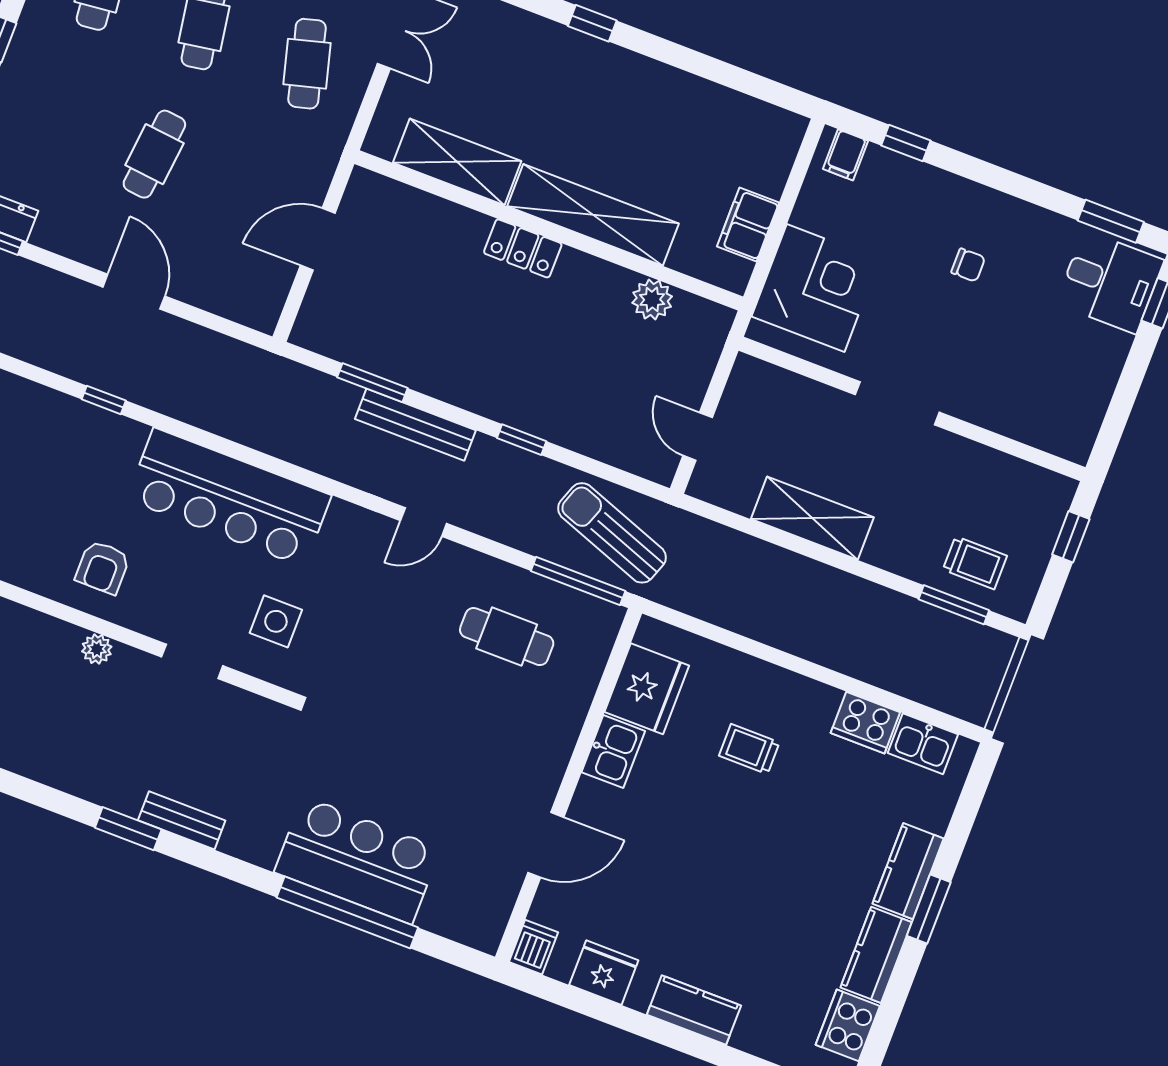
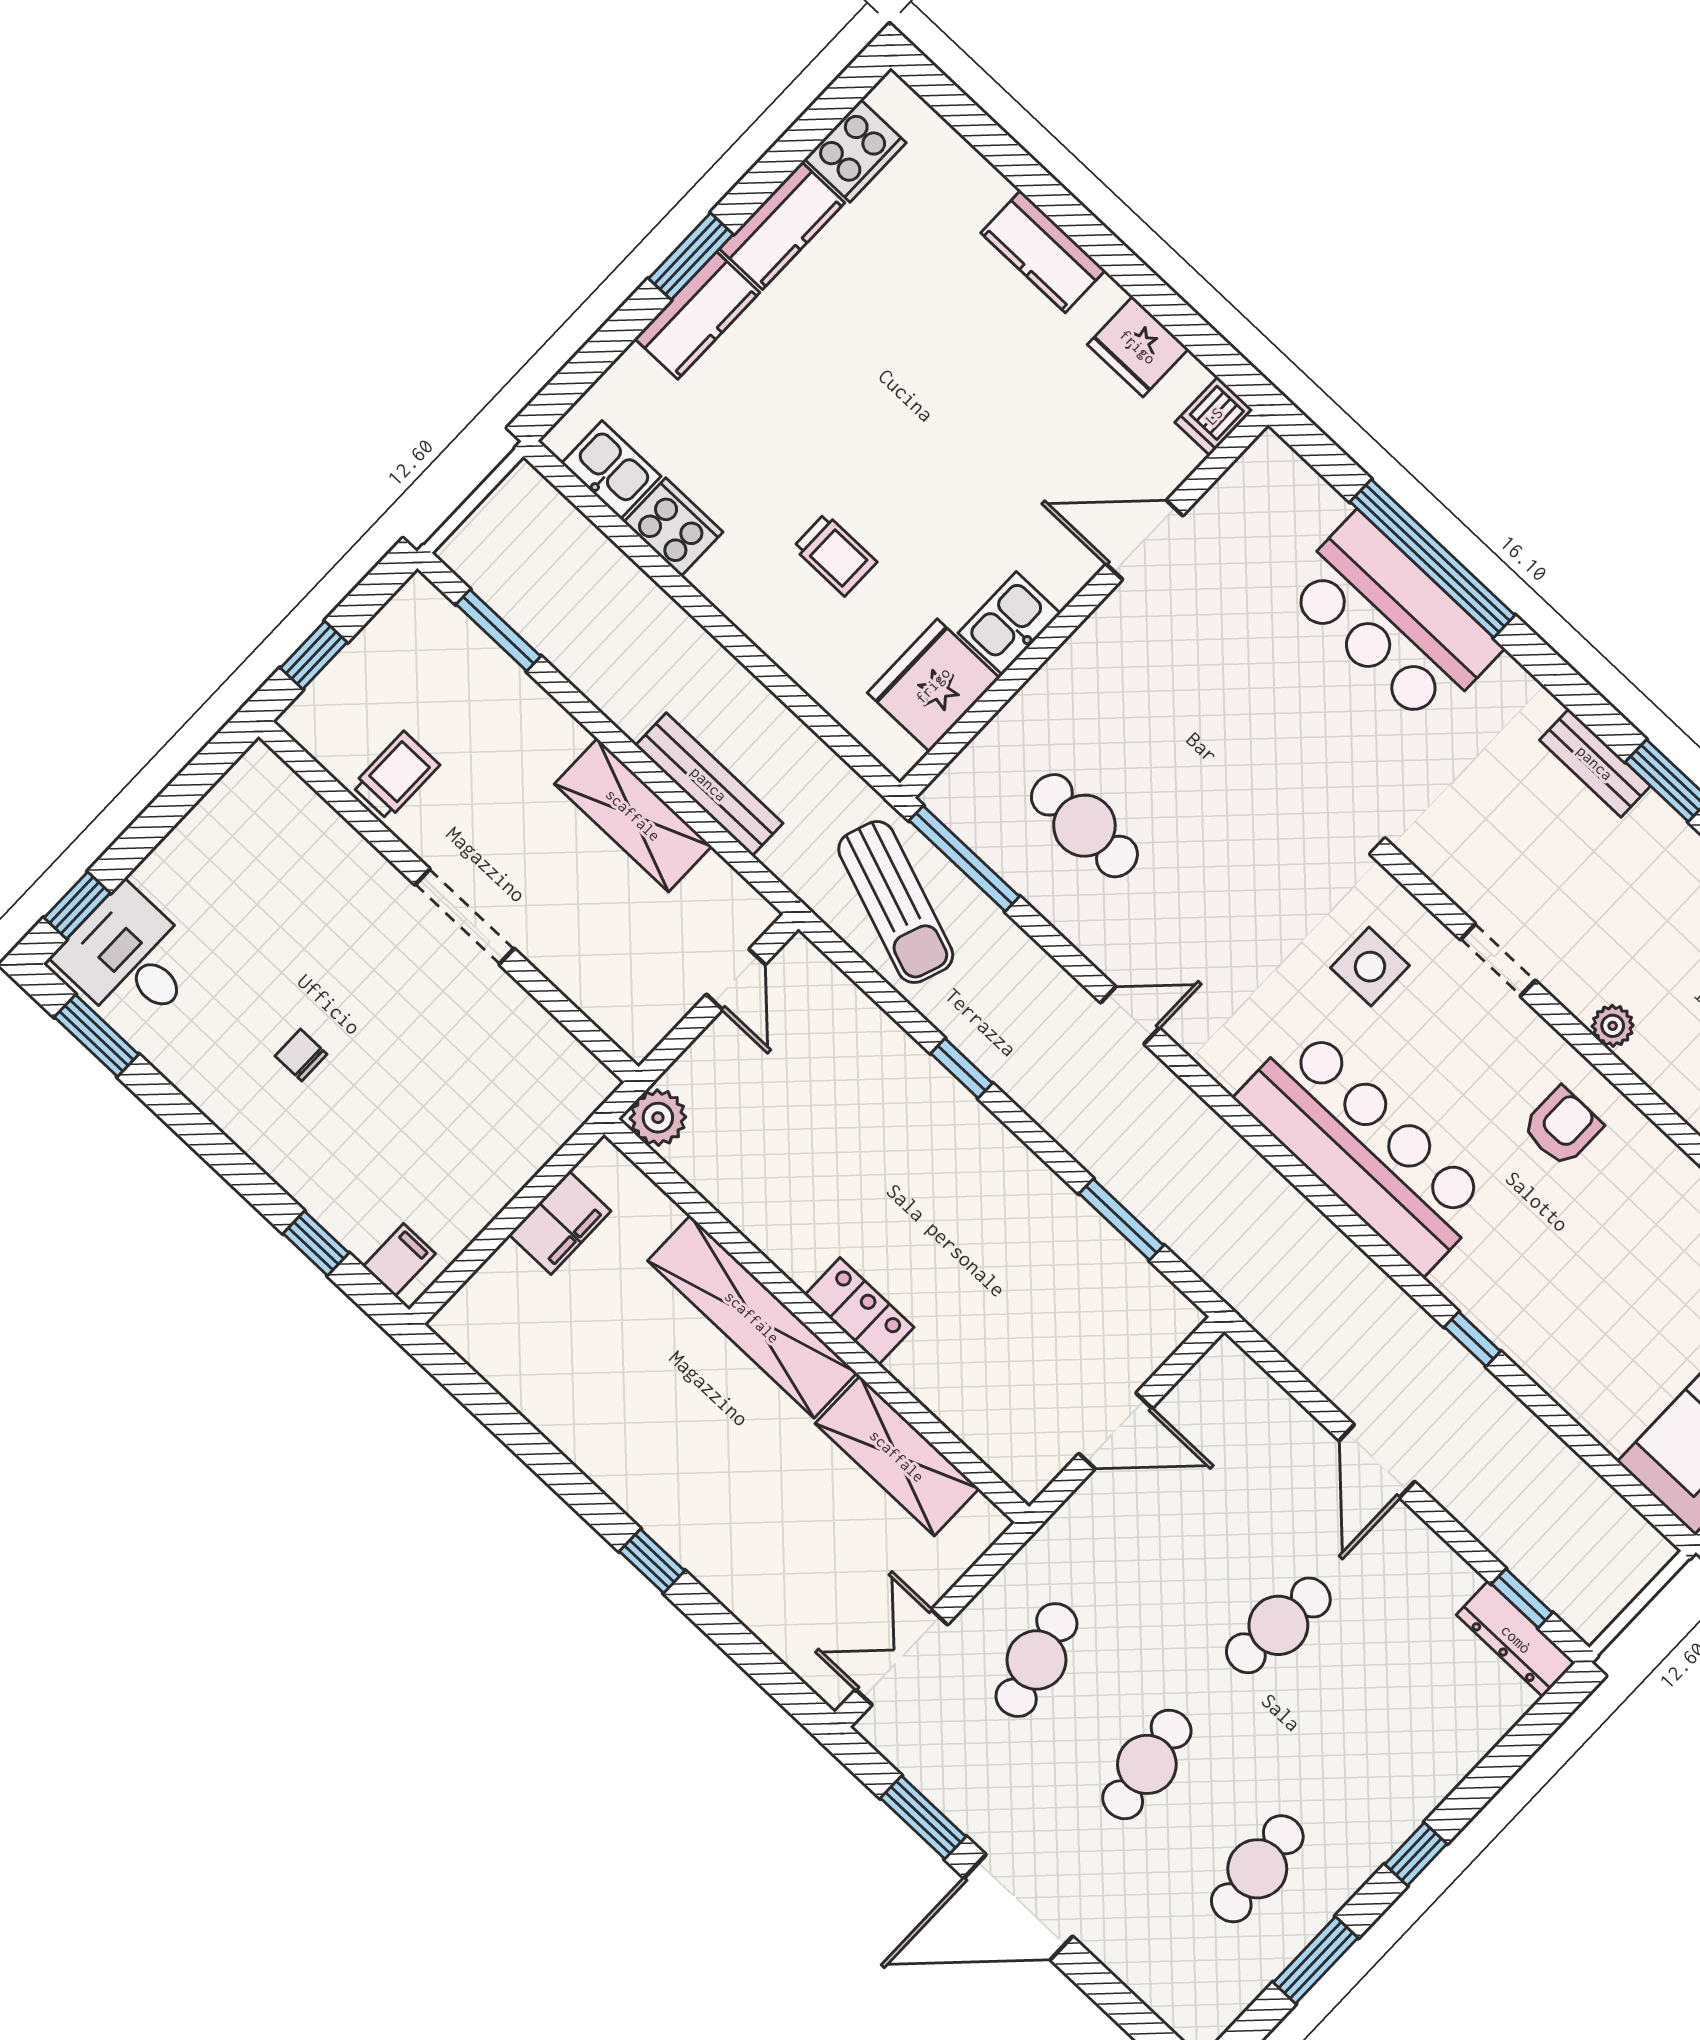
corner desk: (816, 288) -> (507, 1106), removed
plant: (652, 300) -> (658, 1118), moved
bench: (415, 425) -> (709, 784), moved
trolley: (975, 563) -> (396, 776), moved, turned 90

